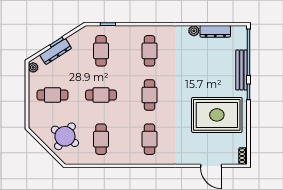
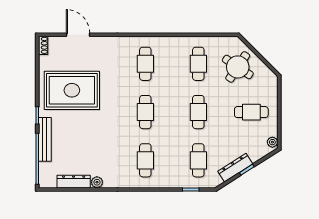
dresser: (56, 52) -> (235, 168), moved
cafe table: (101, 95) -> (198, 112), turned 90

